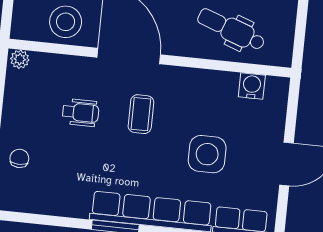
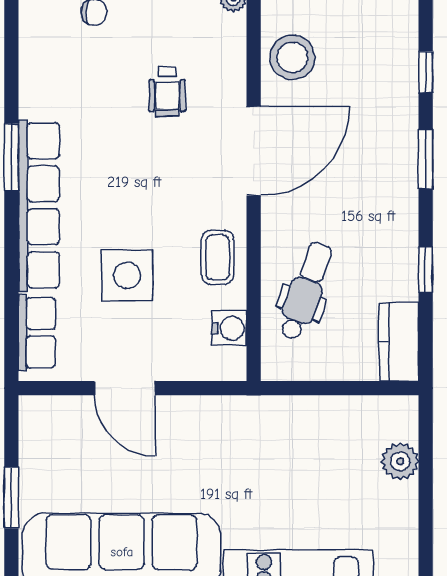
coffee table: (141, 114) -> (218, 257), moved, turned 90

